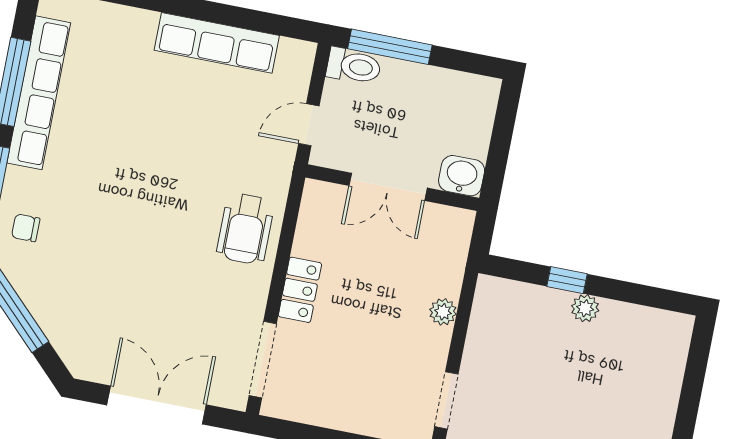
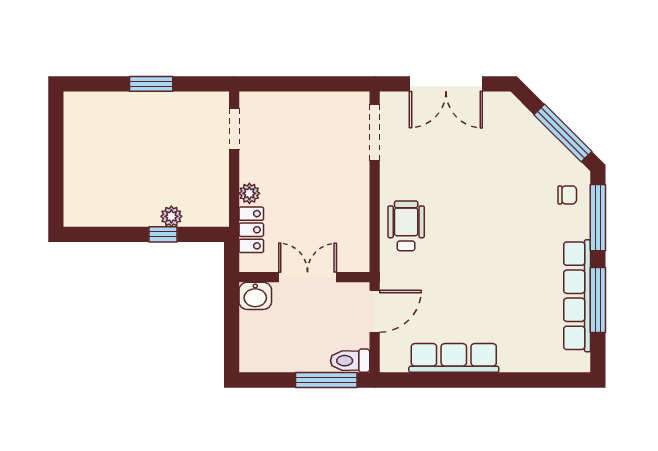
door: (309, 125) -> (375, 311), width x1.38
locker: (300, 290) -> (251, 230), moved, turned 180
plant: (585, 308) -> (171, 216), moved

